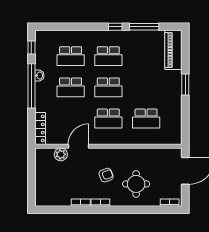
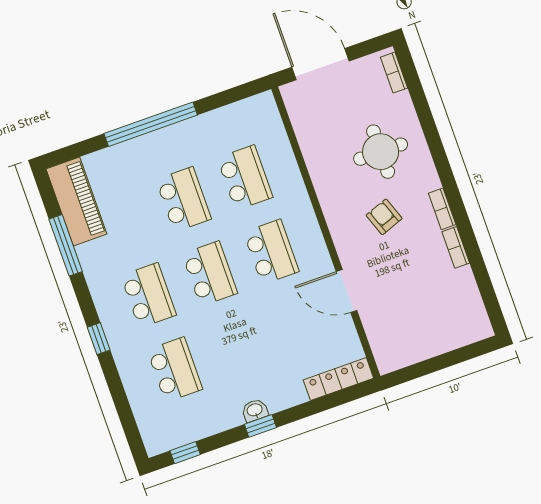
window: (115, 27) -> (99, 339), moved
piano: (173, 50) -> (76, 202), moved, turned -90
washbasin: (39, 76) -> (255, 410), moved
window: (185, 84) -> (151, 124), width x2.11
window: (31, 86) -> (260, 426), width x0.32
school desk: (71, 87) -> (184, 199), moved
plant: (61, 154) -> (375, 320), removed

